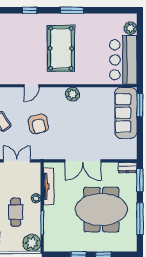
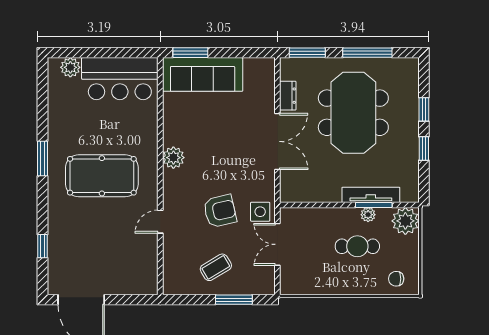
window: (30, 10) -> (42, 246), moved
door: (32, 86) -> (160, 222), swing flipped
side table: (38, 150) -> (260, 212), added
dresser: (127, 168) -> (288, 96), moved
tv unit: (49, 186) -> (371, 195), moved
plant: (36, 198) -> (368, 215), moved

